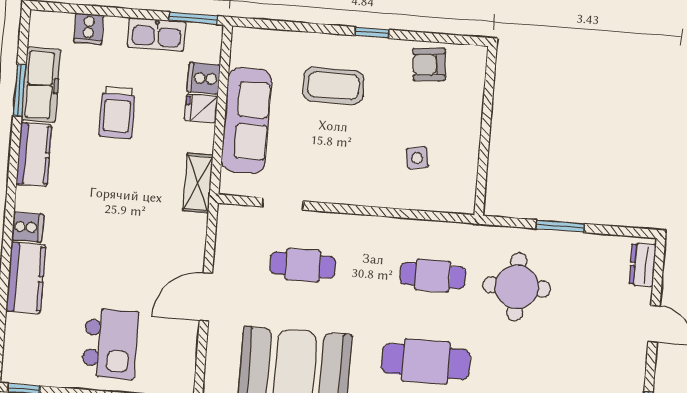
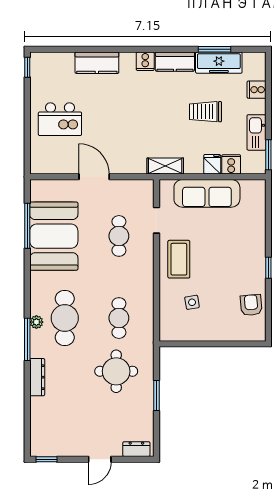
coffee table: (333, 86) -> (179, 259), moved
cooker: (27, 227) -> (145, 61), moved

